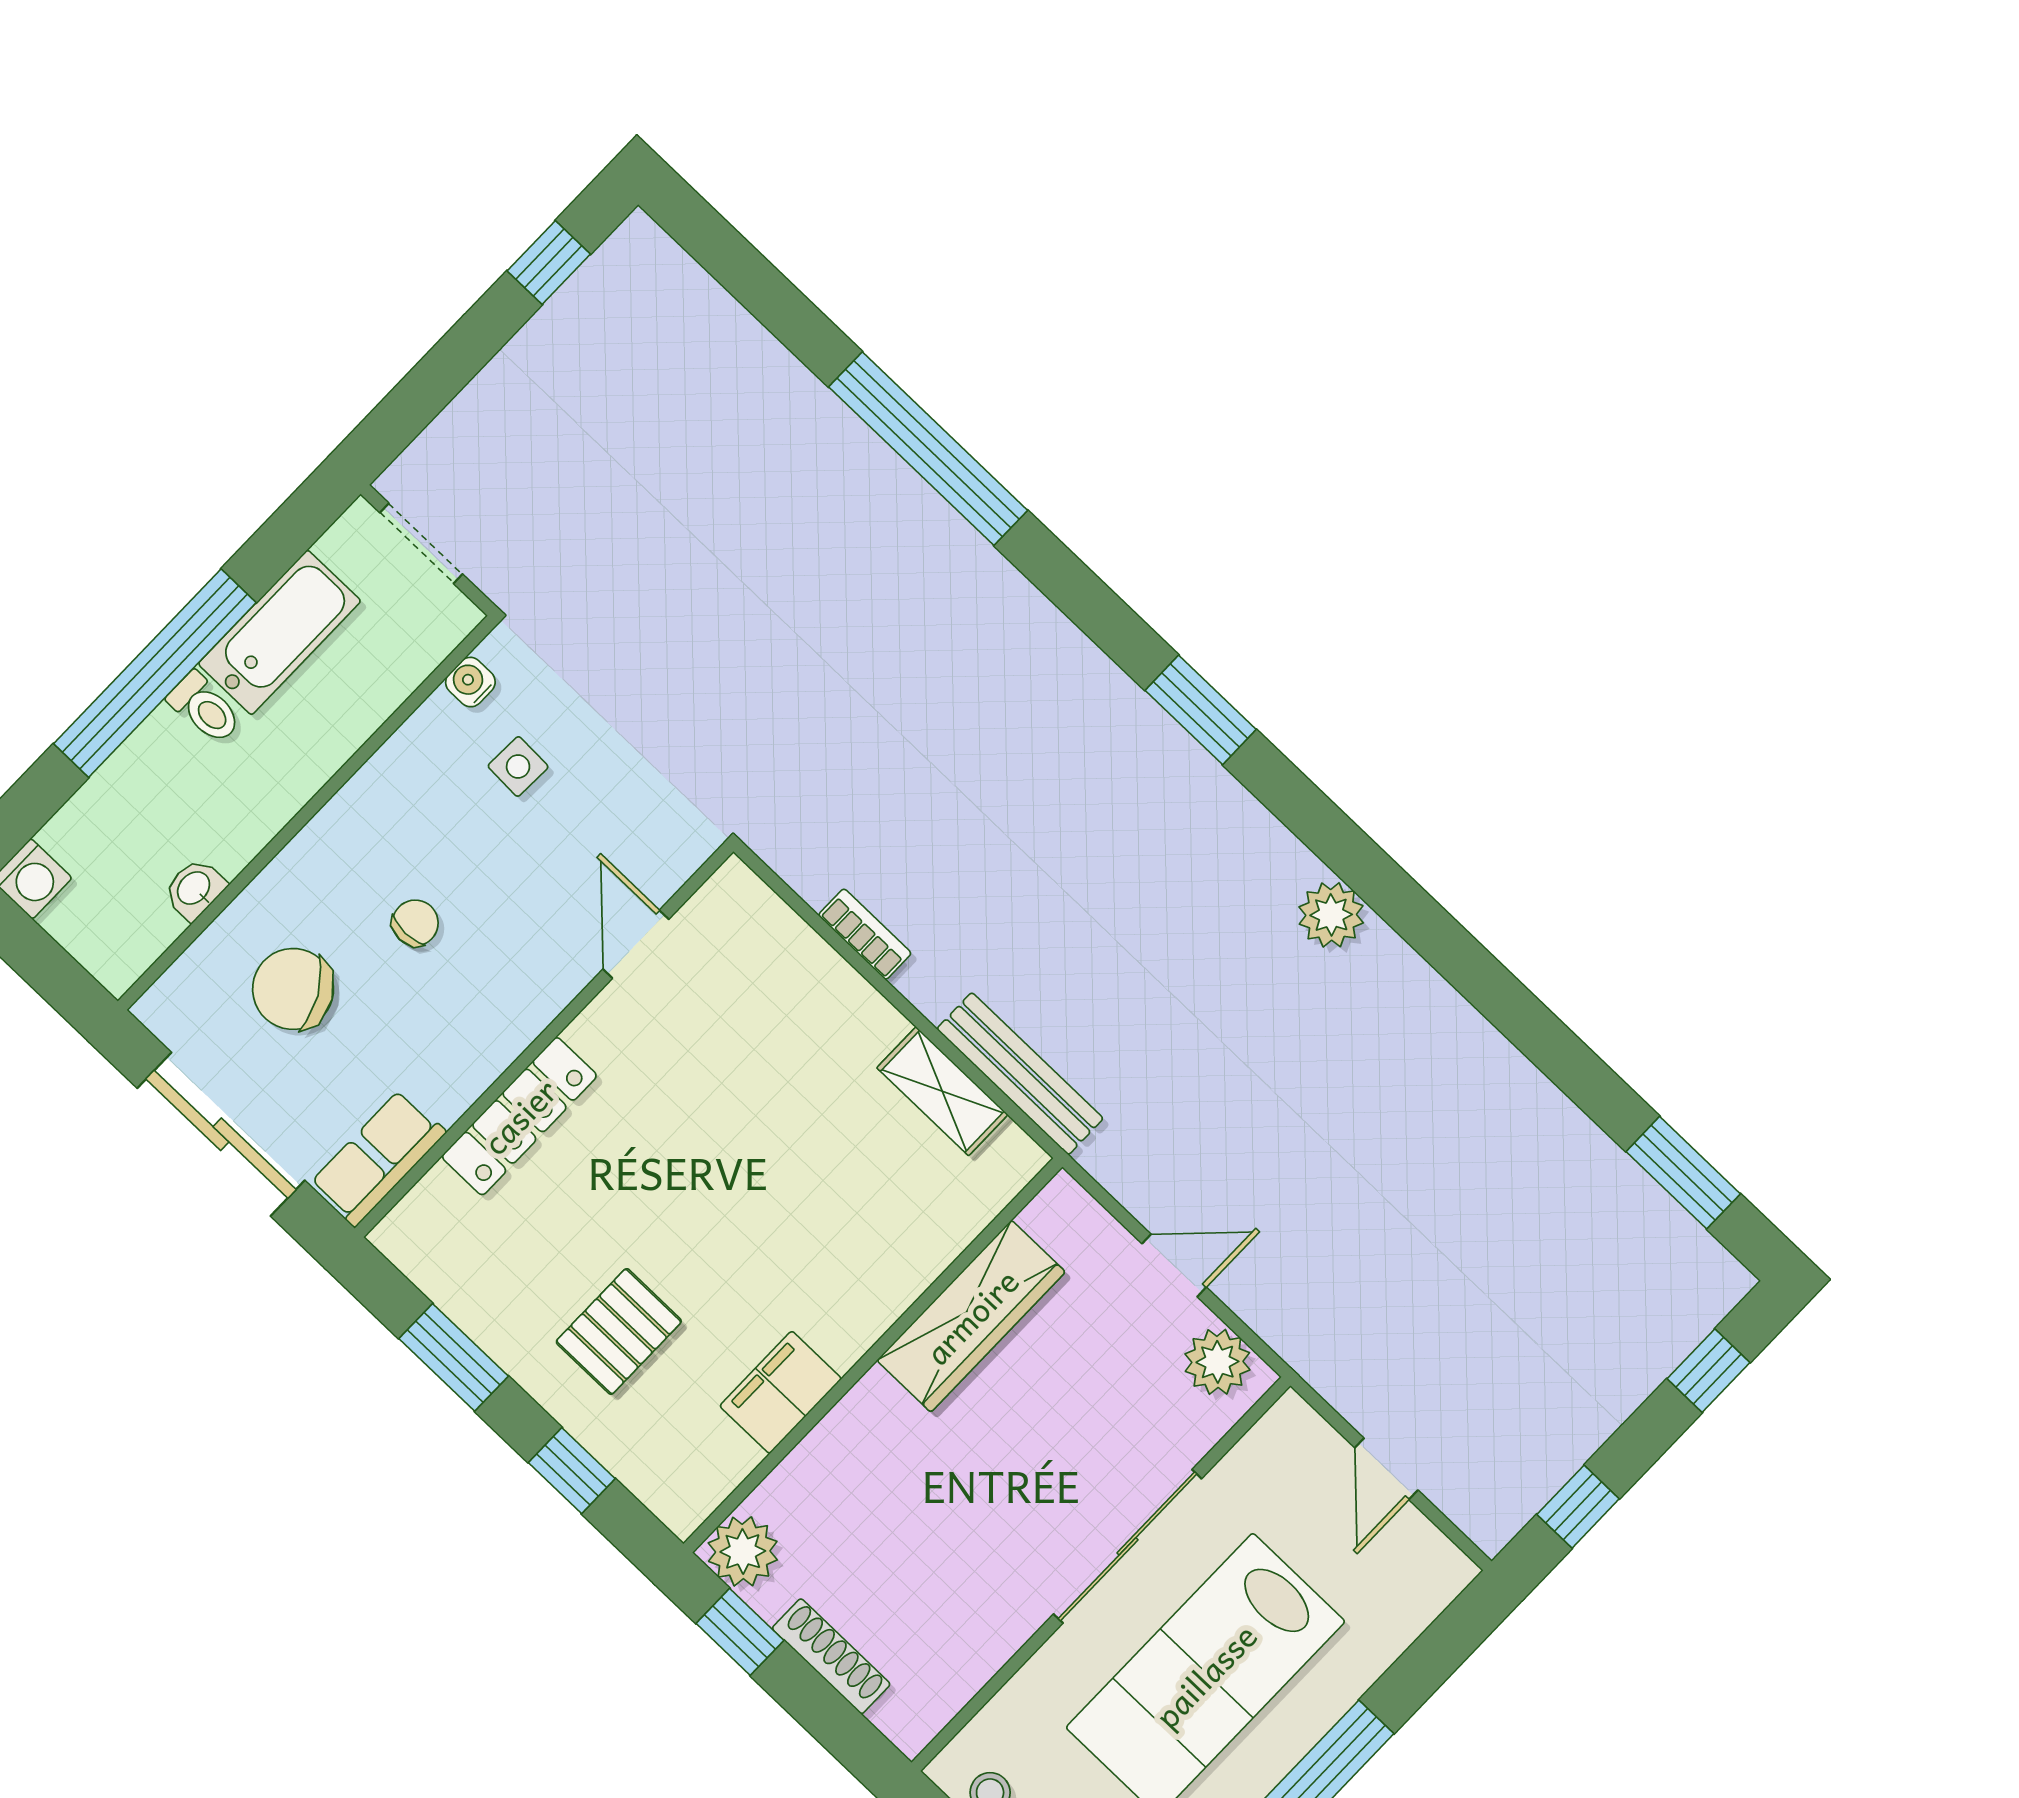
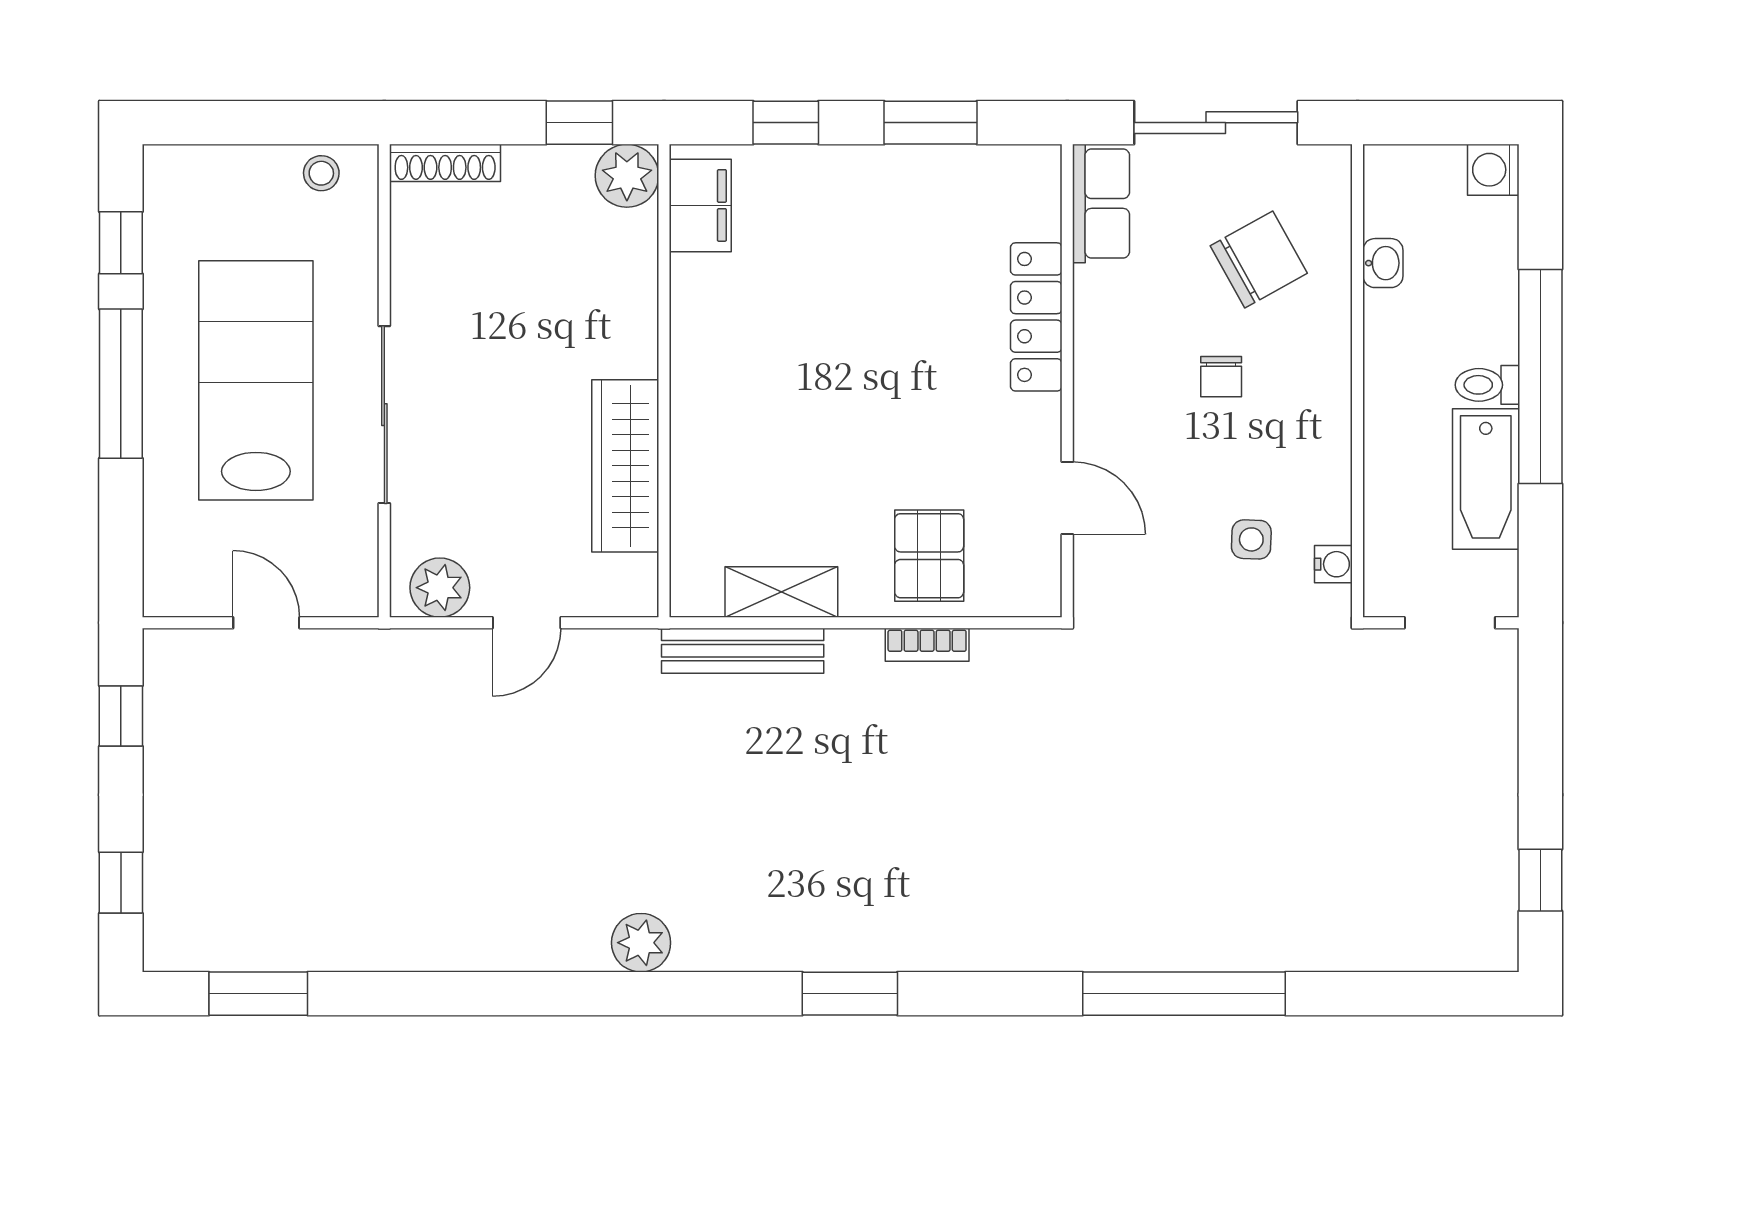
pallet: (619, 1331) -> (929, 556), moved
filing cabinet: (781, 1392) -> (700, 205), moved
shoe rack: (831, 1656) -> (445, 163), moved

